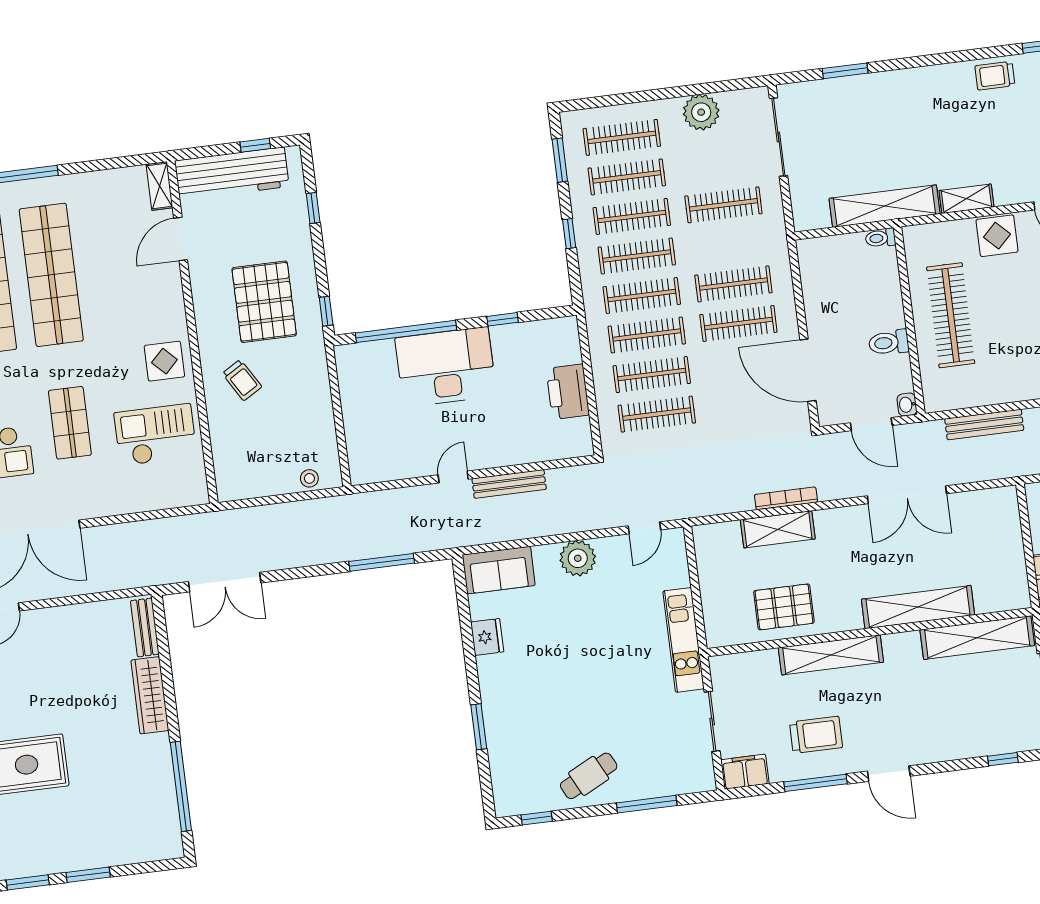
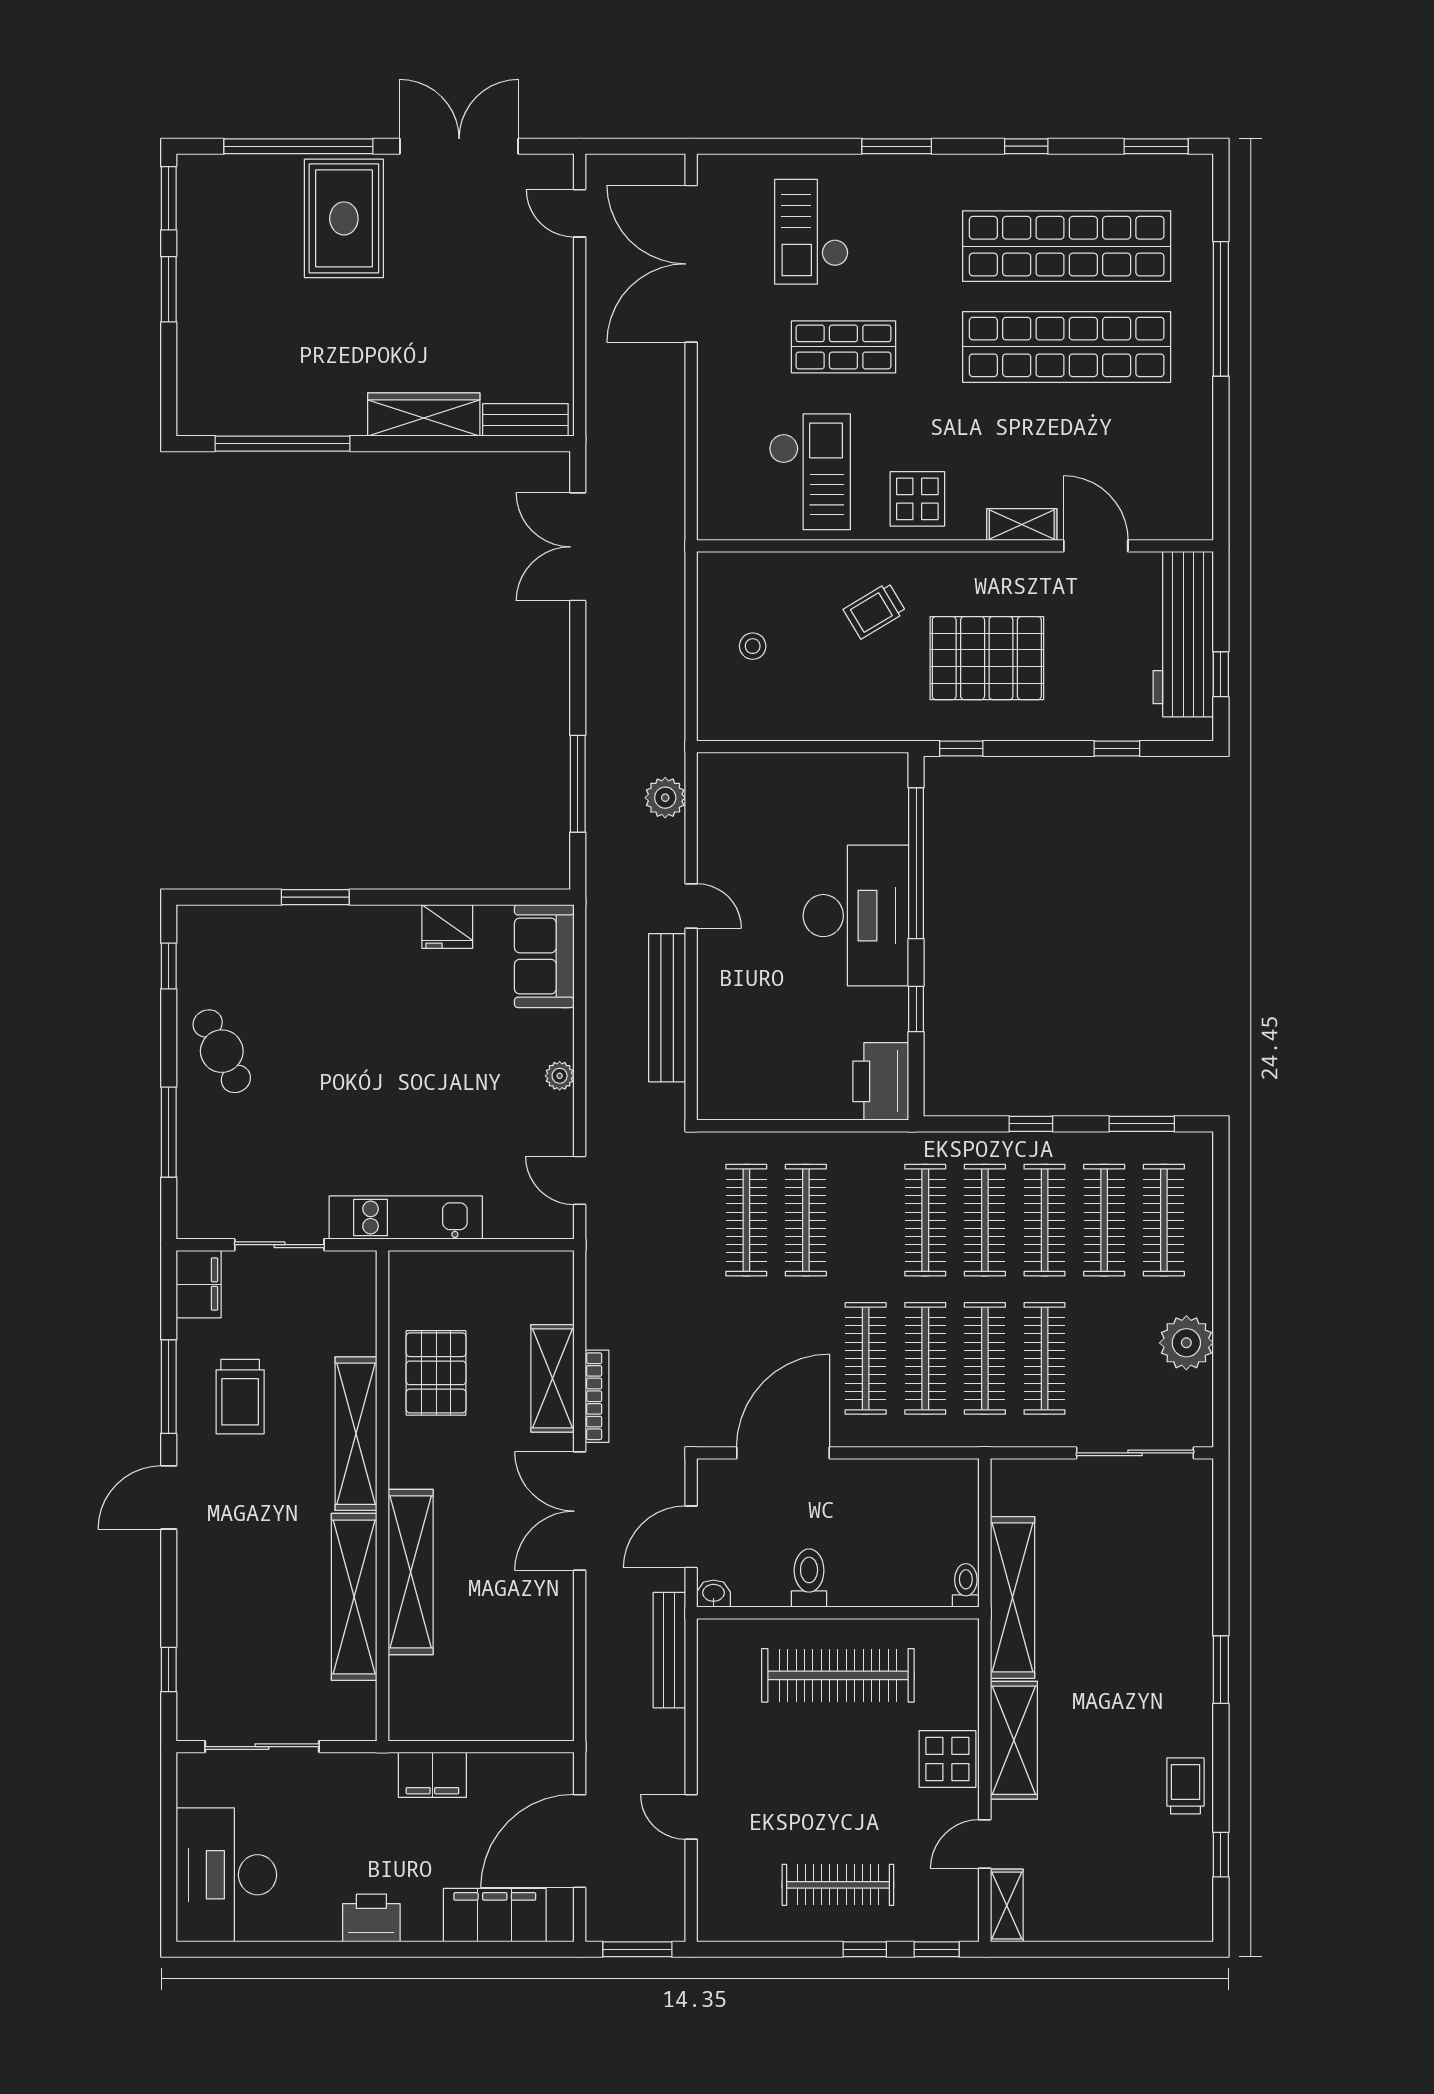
window: (845, 71) -> (1221, 1670), moved
shelving: (160, 186) -> (1022, 524), moved
shelving: (966, 199) -> (1014, 1740), width x1.50, depth x1.33
clothes rail: (647, 335) -> (985, 1358), moved
printer: (568, 392) -> (881, 1081), moved, turned -90
bench: (984, 425) -> (669, 1650), moved
stool: (309, 478) -> (753, 646), moved
bench: (509, 484) -> (667, 1008), width x1.37, depth x1.21
double door: (907, 495) -> (580, 1511), moved
plant: (384, 503) -> (665, 798), added
plant: (578, 558) -> (560, 1076), width x0.53, depth x0.53
shelving: (977, 638) -> (354, 1597), moved

